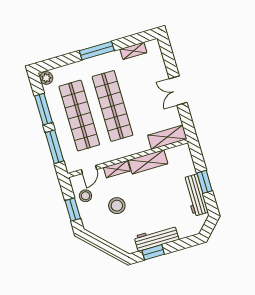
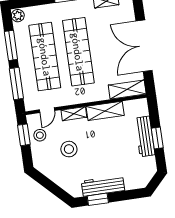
double door: (178, 91) -> (144, 46), width x1.87
workbench: (196, 195) -> (145, 136), moved
window: (73, 210) -> (24, 135), moved

